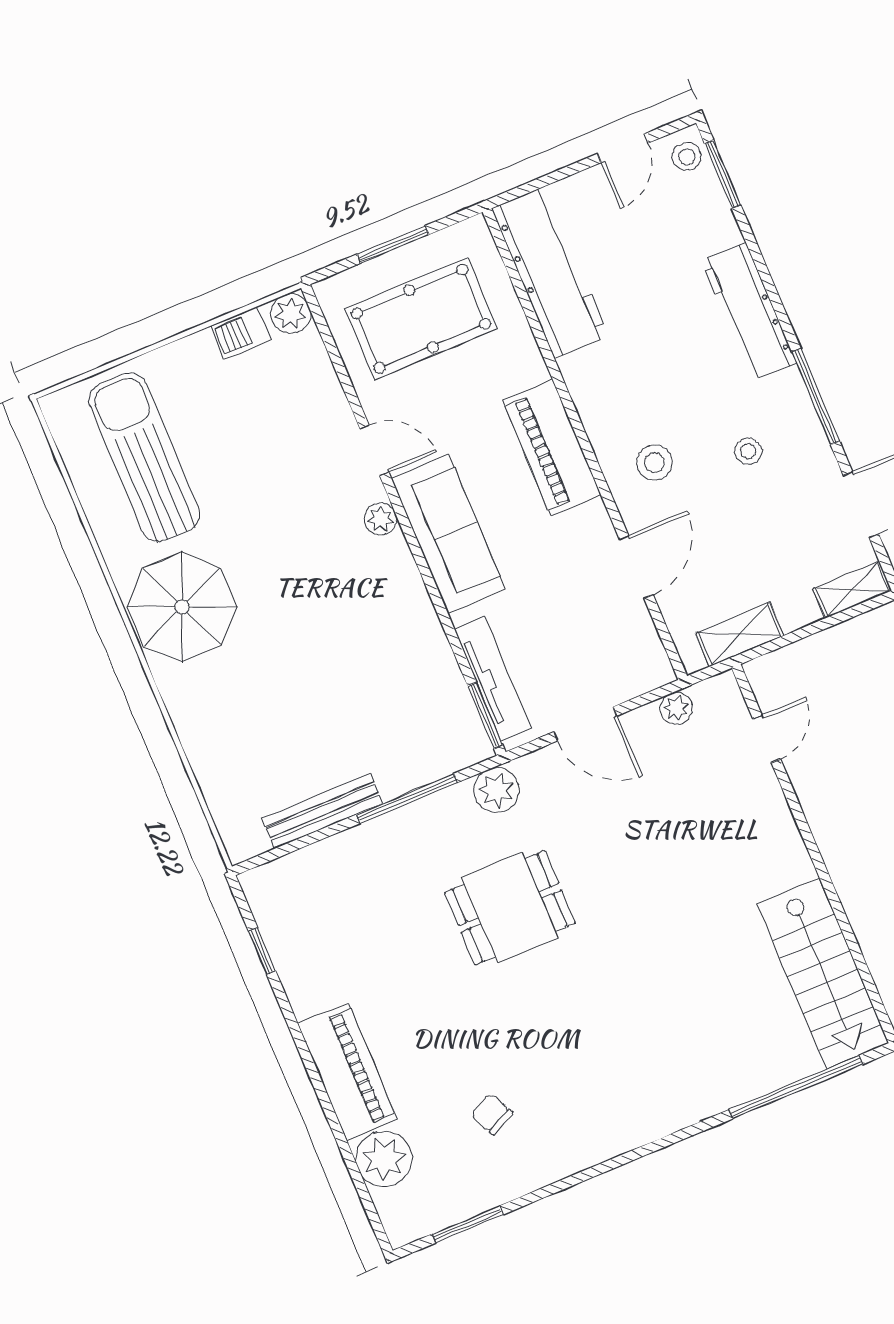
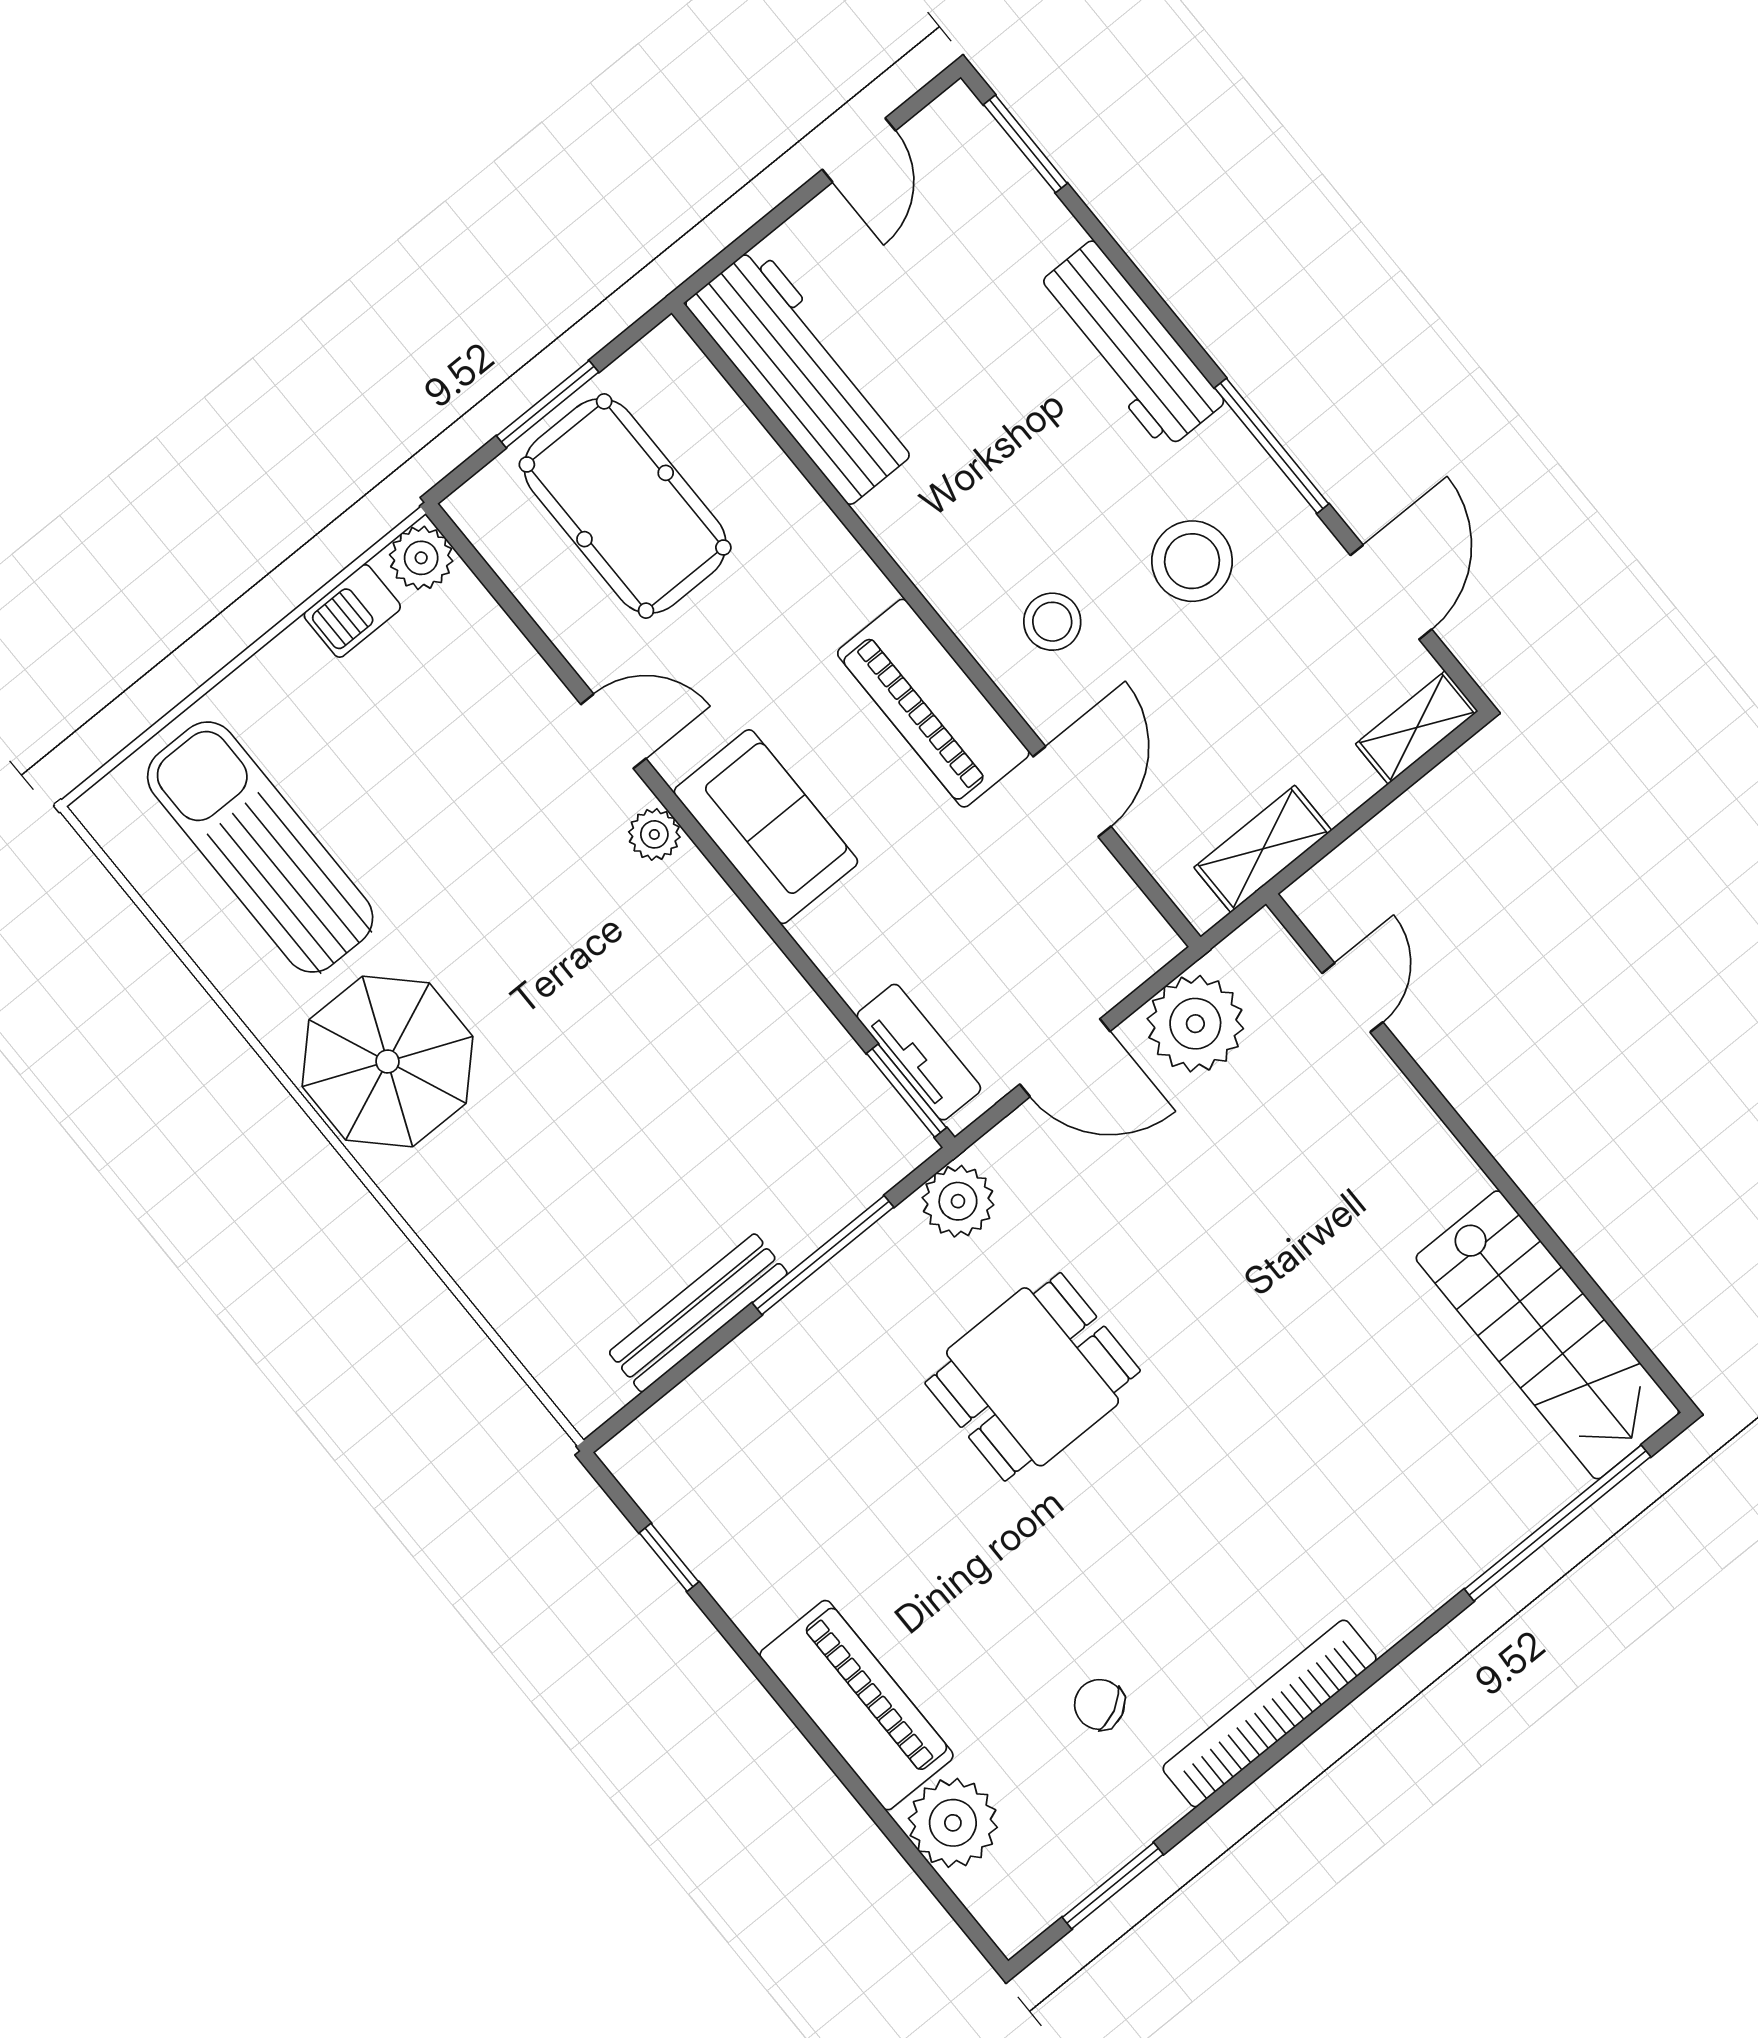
stool: (687, 157) -> (962, 134), removed
pool table: (421, 319) -> (625, 506), turned 90
piano: (552, 448) -> (933, 703), moved
stool: (748, 451) -> (1192, 561), width x1.89, depth x1.89
sofa: (448, 534) -> (766, 827), width x0.73
tv unit: (493, 679) -> (919, 1052), width x0.71
plant: (676, 708) -> (1195, 1024), width x1.88, depth x1.88
bookcase: (591, 1149) -> (1270, 1713), added

